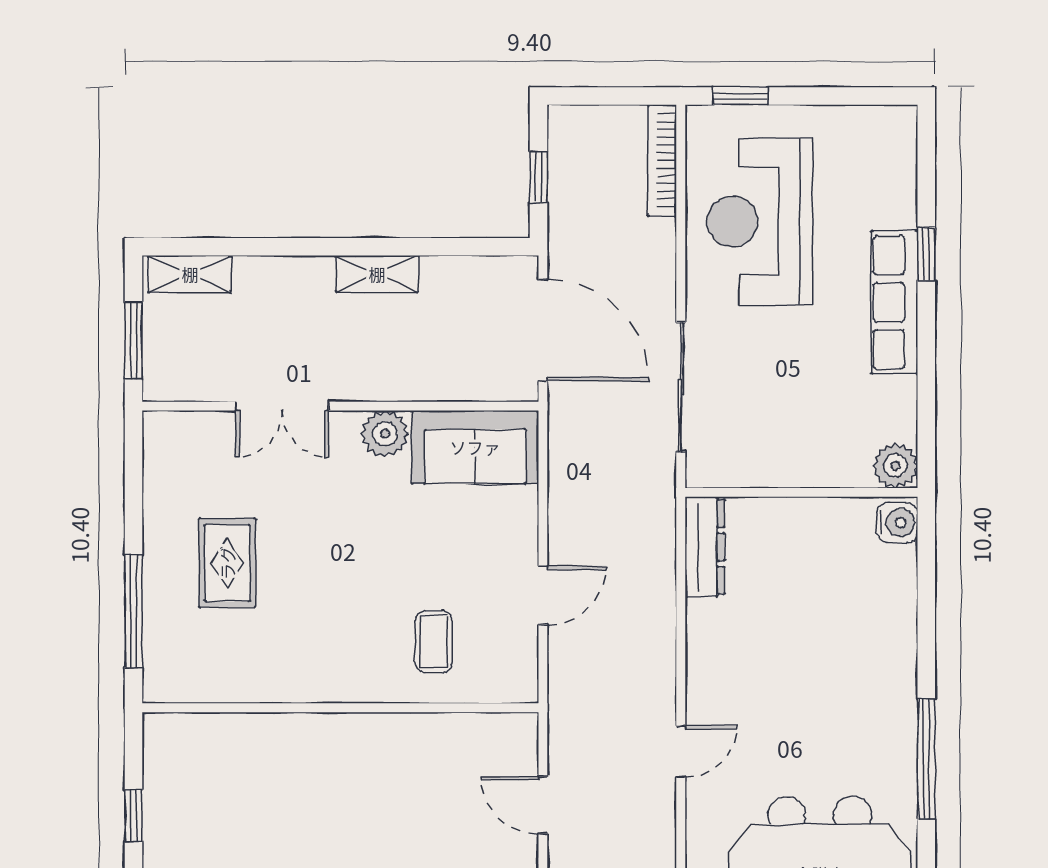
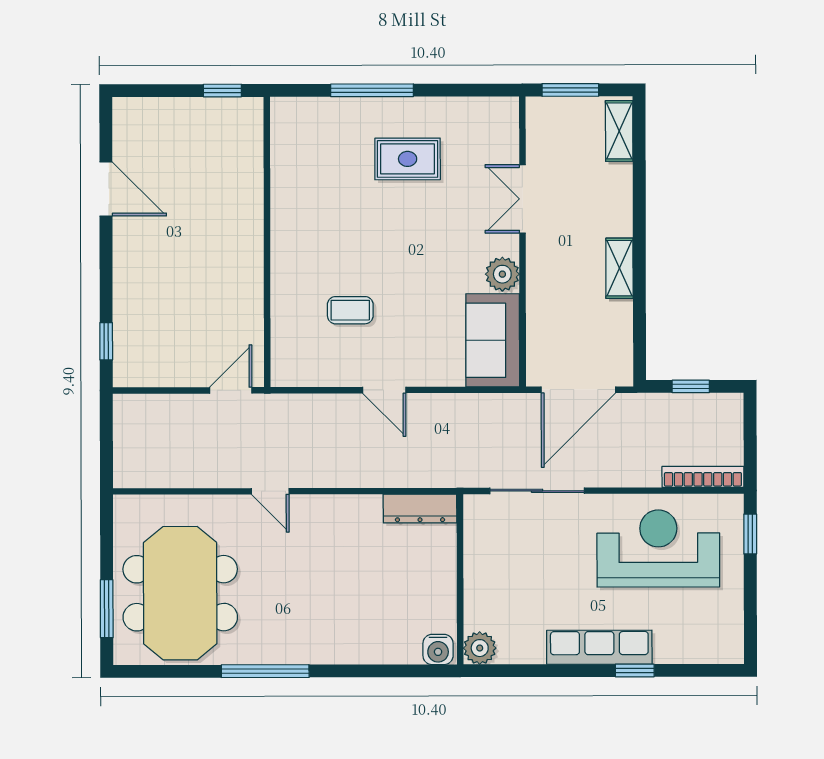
wall: (340, 708) -> (267, 242), moved

